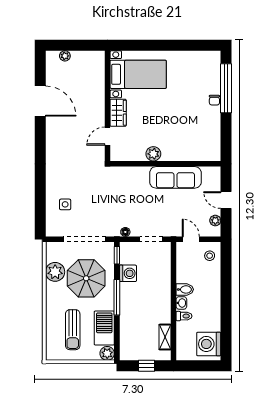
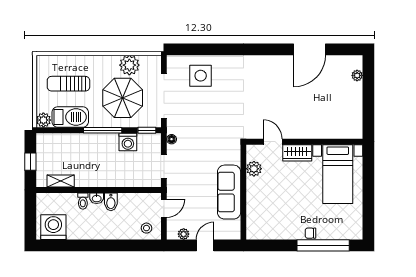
bed with nightstands: (138, 74) -> (338, 174), moved
wall: (107, 106) -> (304, 142), moved
wardrobe: (118, 113) -> (297, 153), moved
door: (107, 136) -> (273, 142), moved
side table: (65, 204) -> (201, 76), width x1.87, depth x1.87

